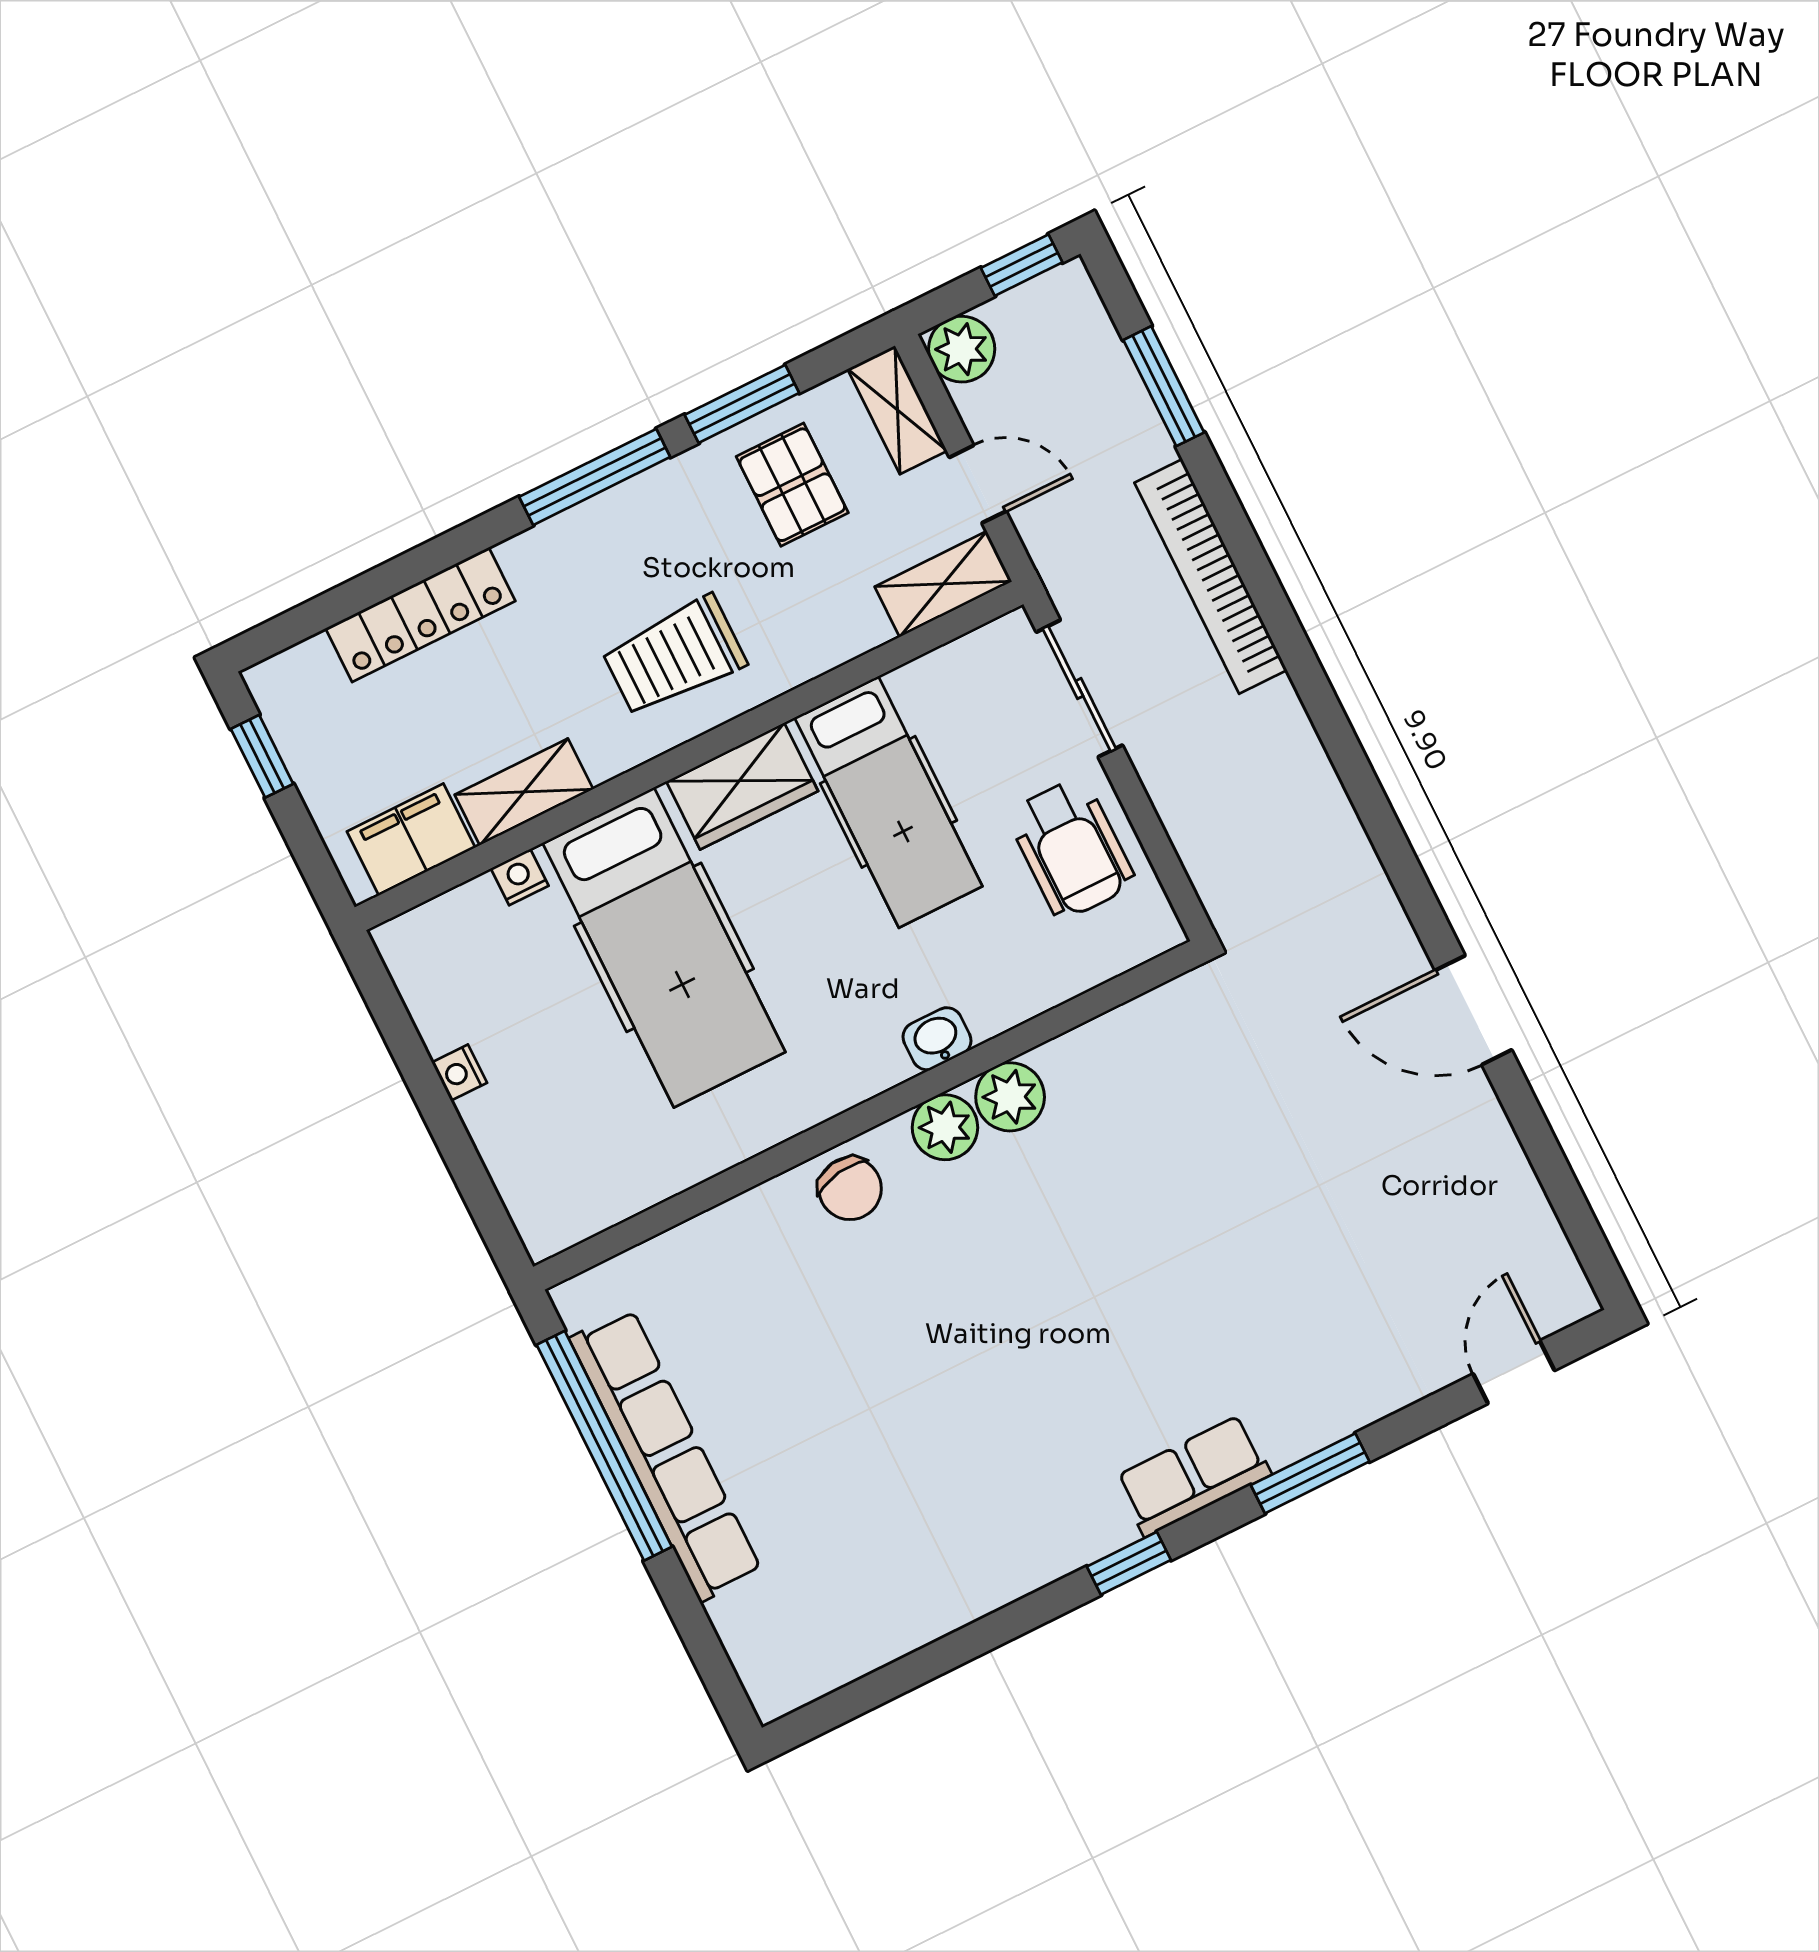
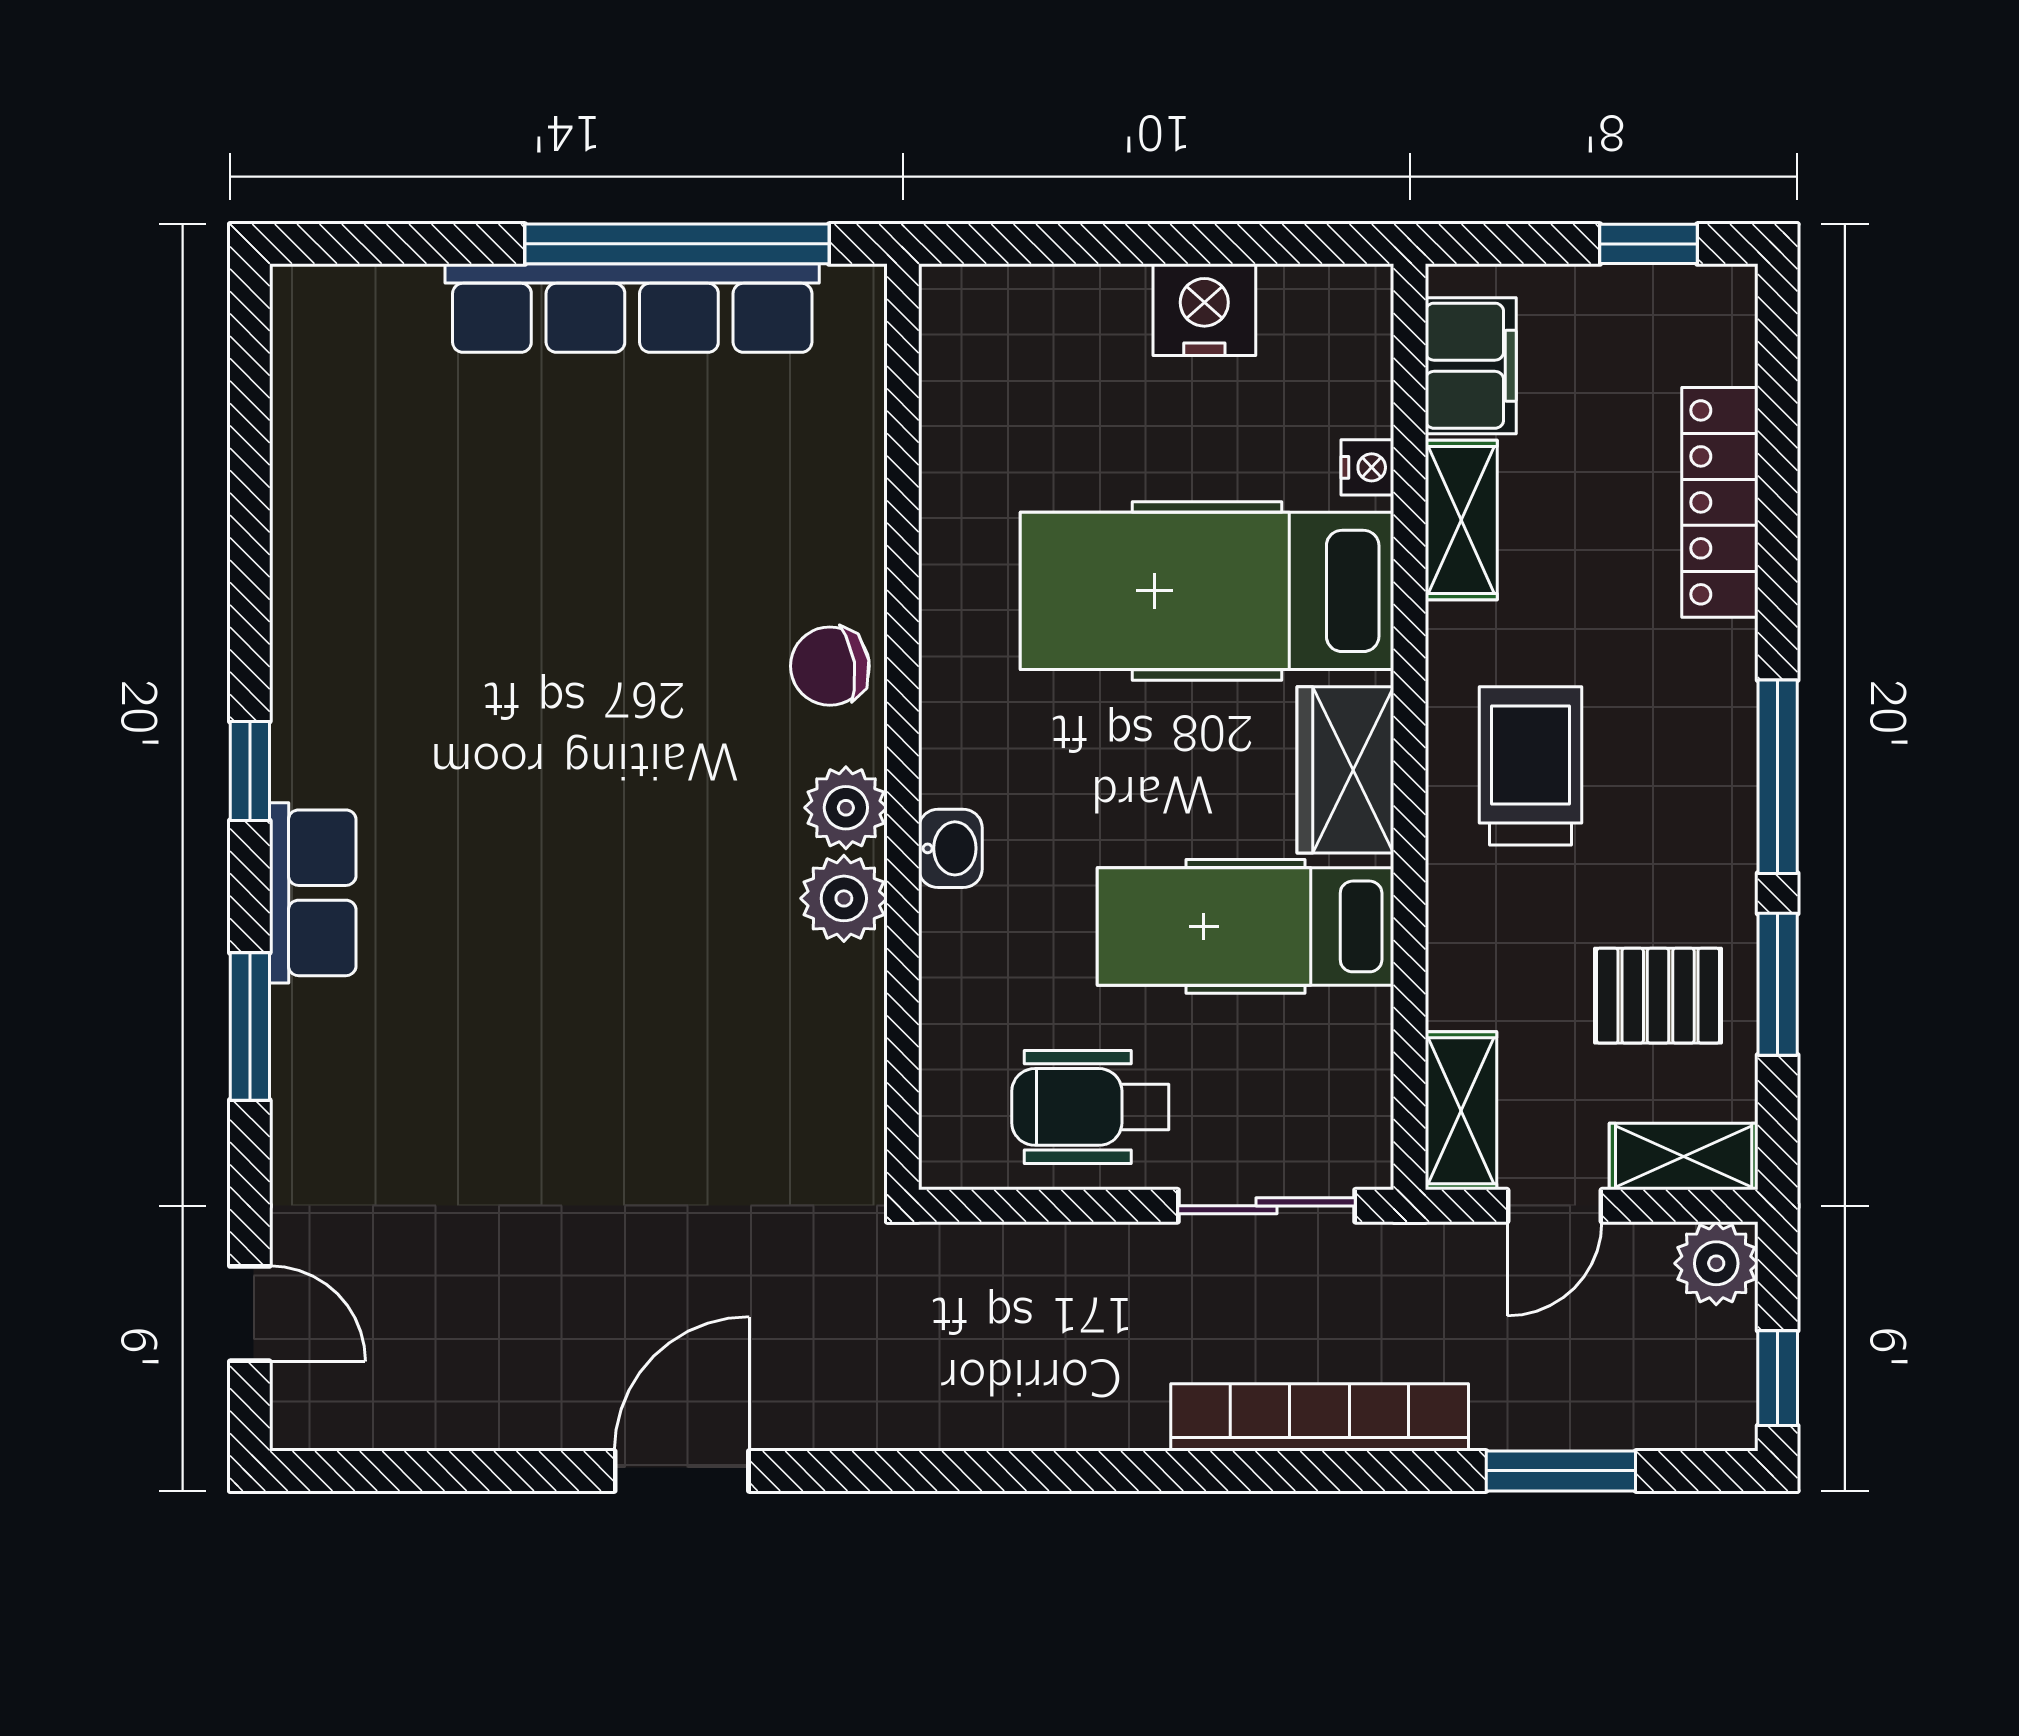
nightstand: (459, 1073) -> (1204, 310), width x1.89, depth x1.79

